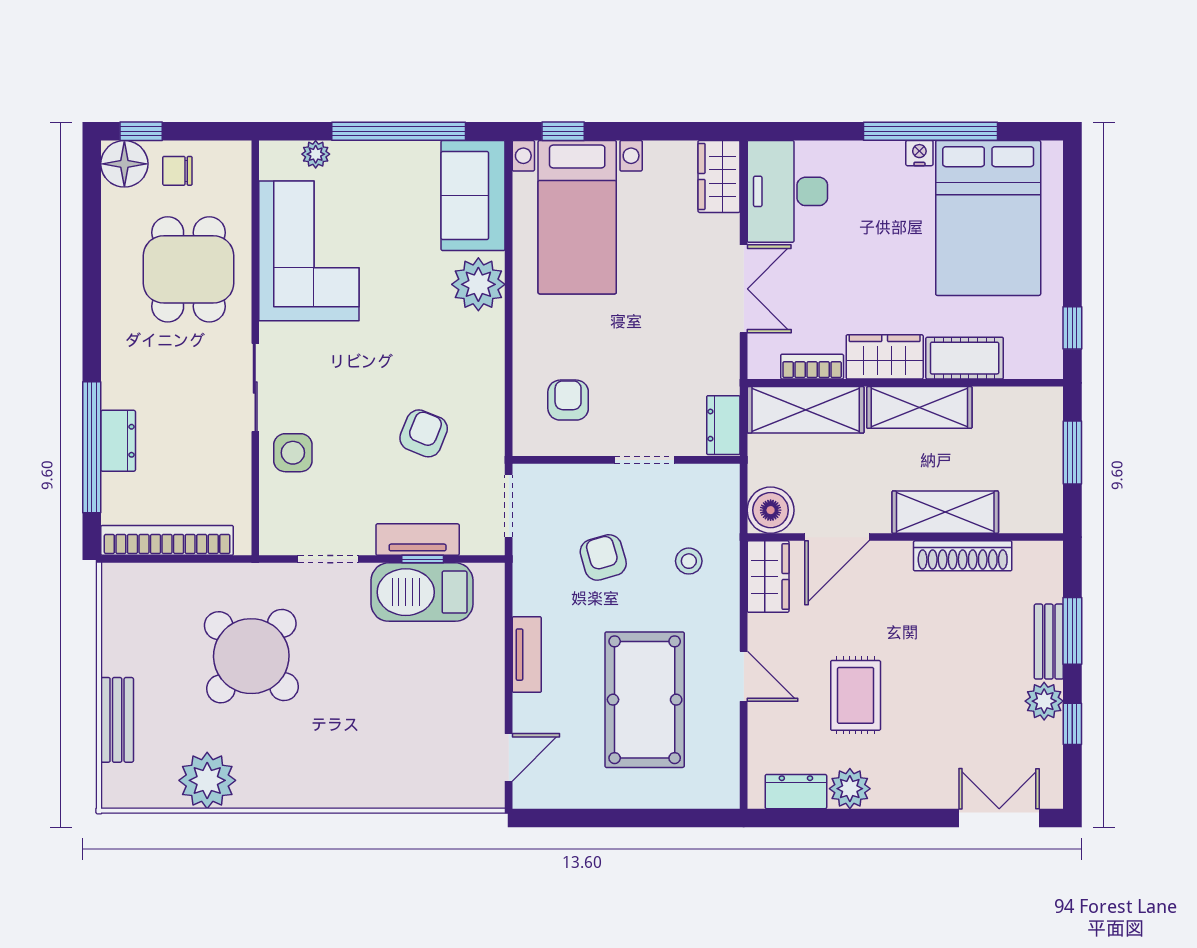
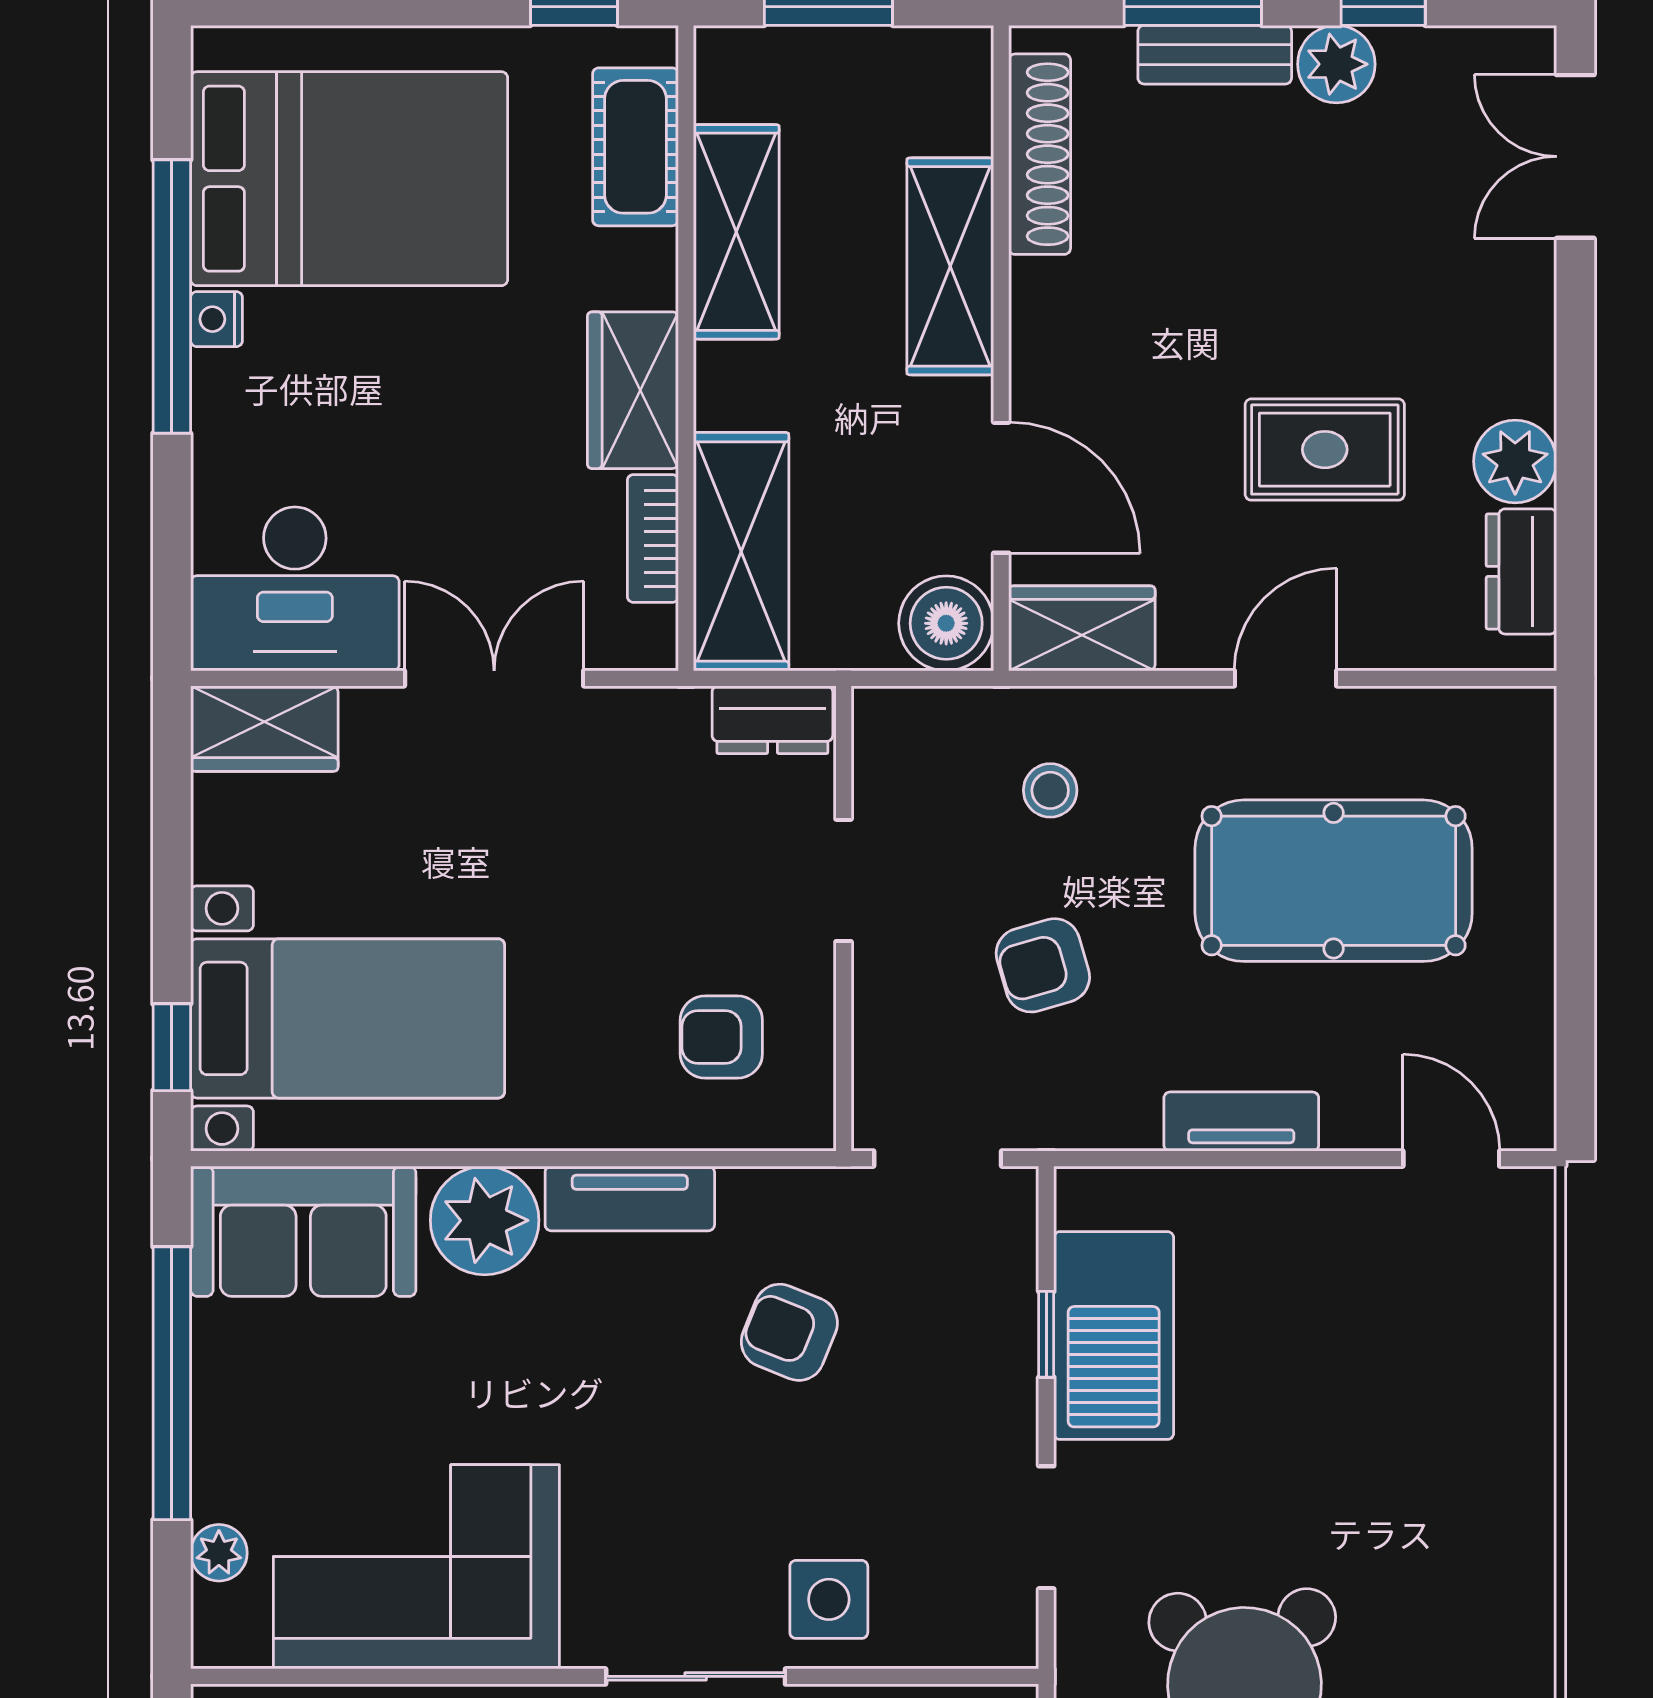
cot: (965, 358) -> (635, 147), moved
shelving: (919, 407) -> (736, 232), moved
tv unit: (418, 540) -> (630, 1198), moved, turned -90
shoe rack: (963, 556) -> (1040, 154), moved

